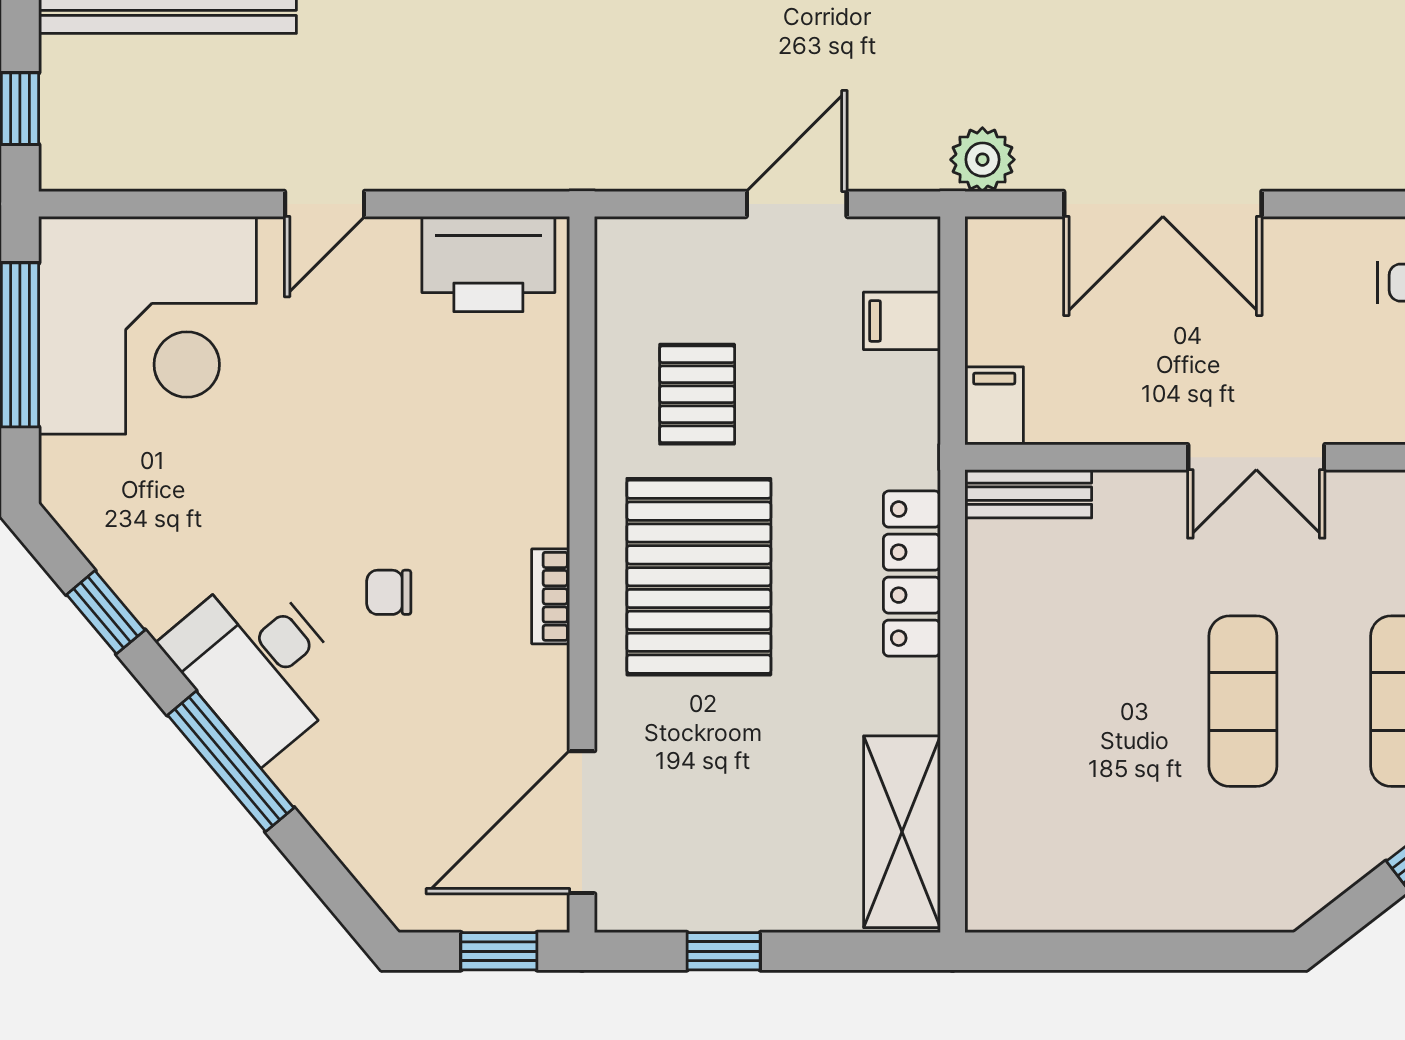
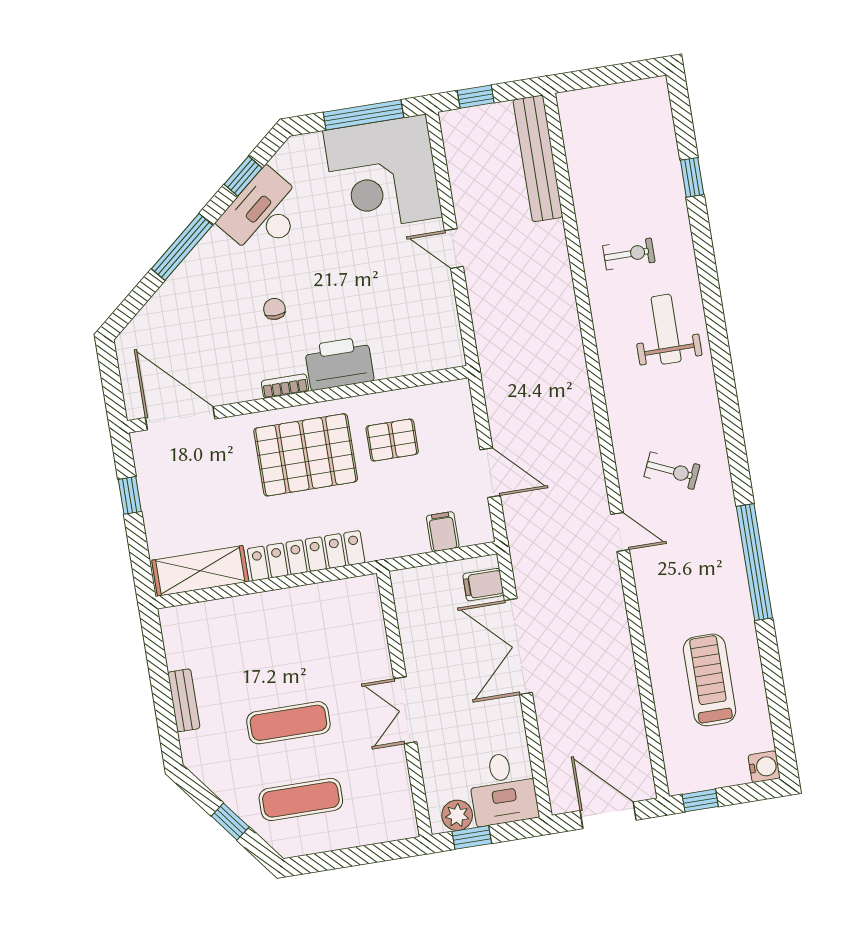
plant: (982, 160) -> (525, 557), removed
printer: (488, 264) -> (339, 363), moved, turned 90
filing cabinet: (994, 406) -> (483, 585), moved, turned 180
bench: (1028, 494) -> (184, 700), moved
locker: (912, 574) -> (306, 556), width x1.41, depth x1.21
desk: (258, 664) -> (264, 214), moved
window: (499, 951) -> (113, 389), removed

